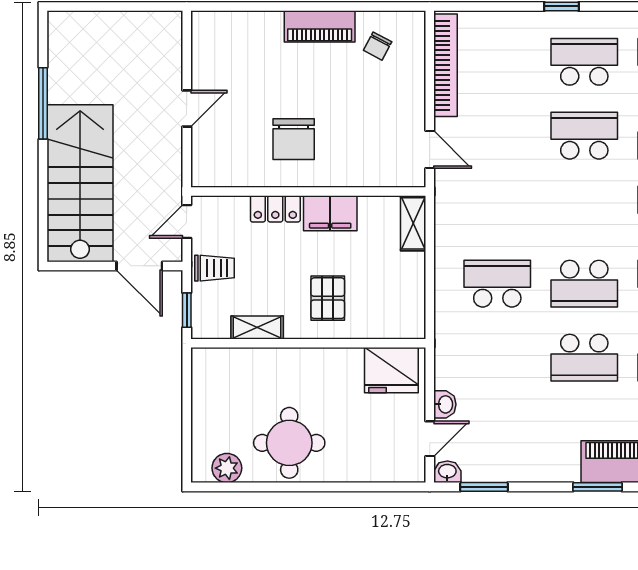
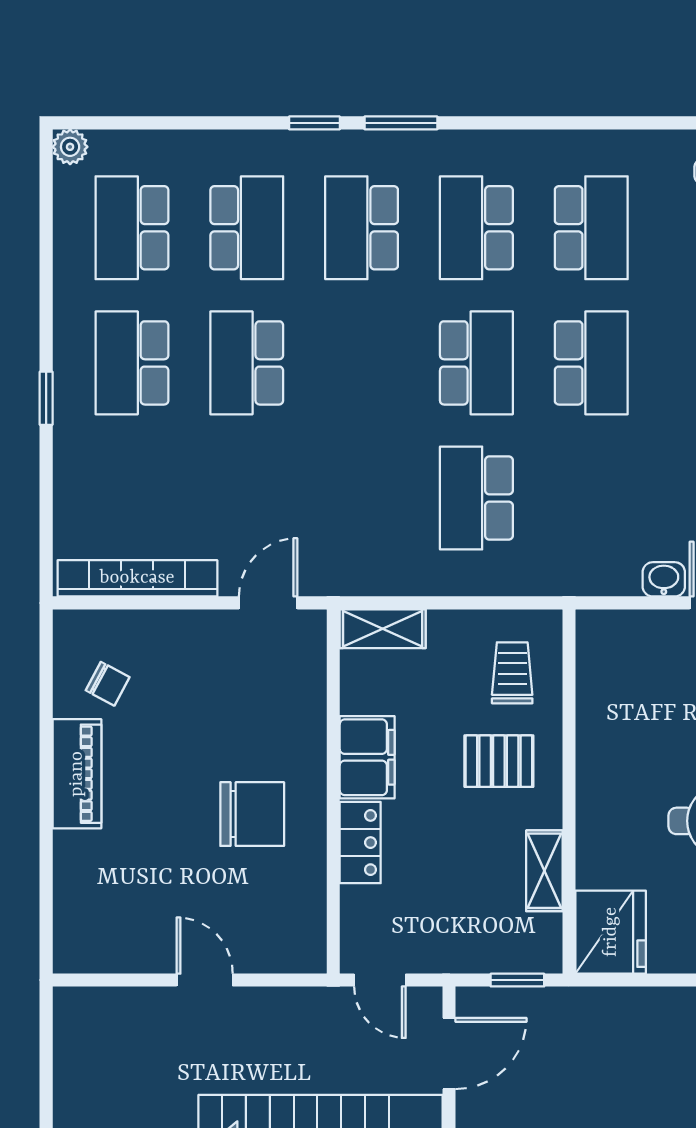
trolley: (215, 268) -> (512, 673), moved
fridge: (391, 370) -> (611, 932), moved

